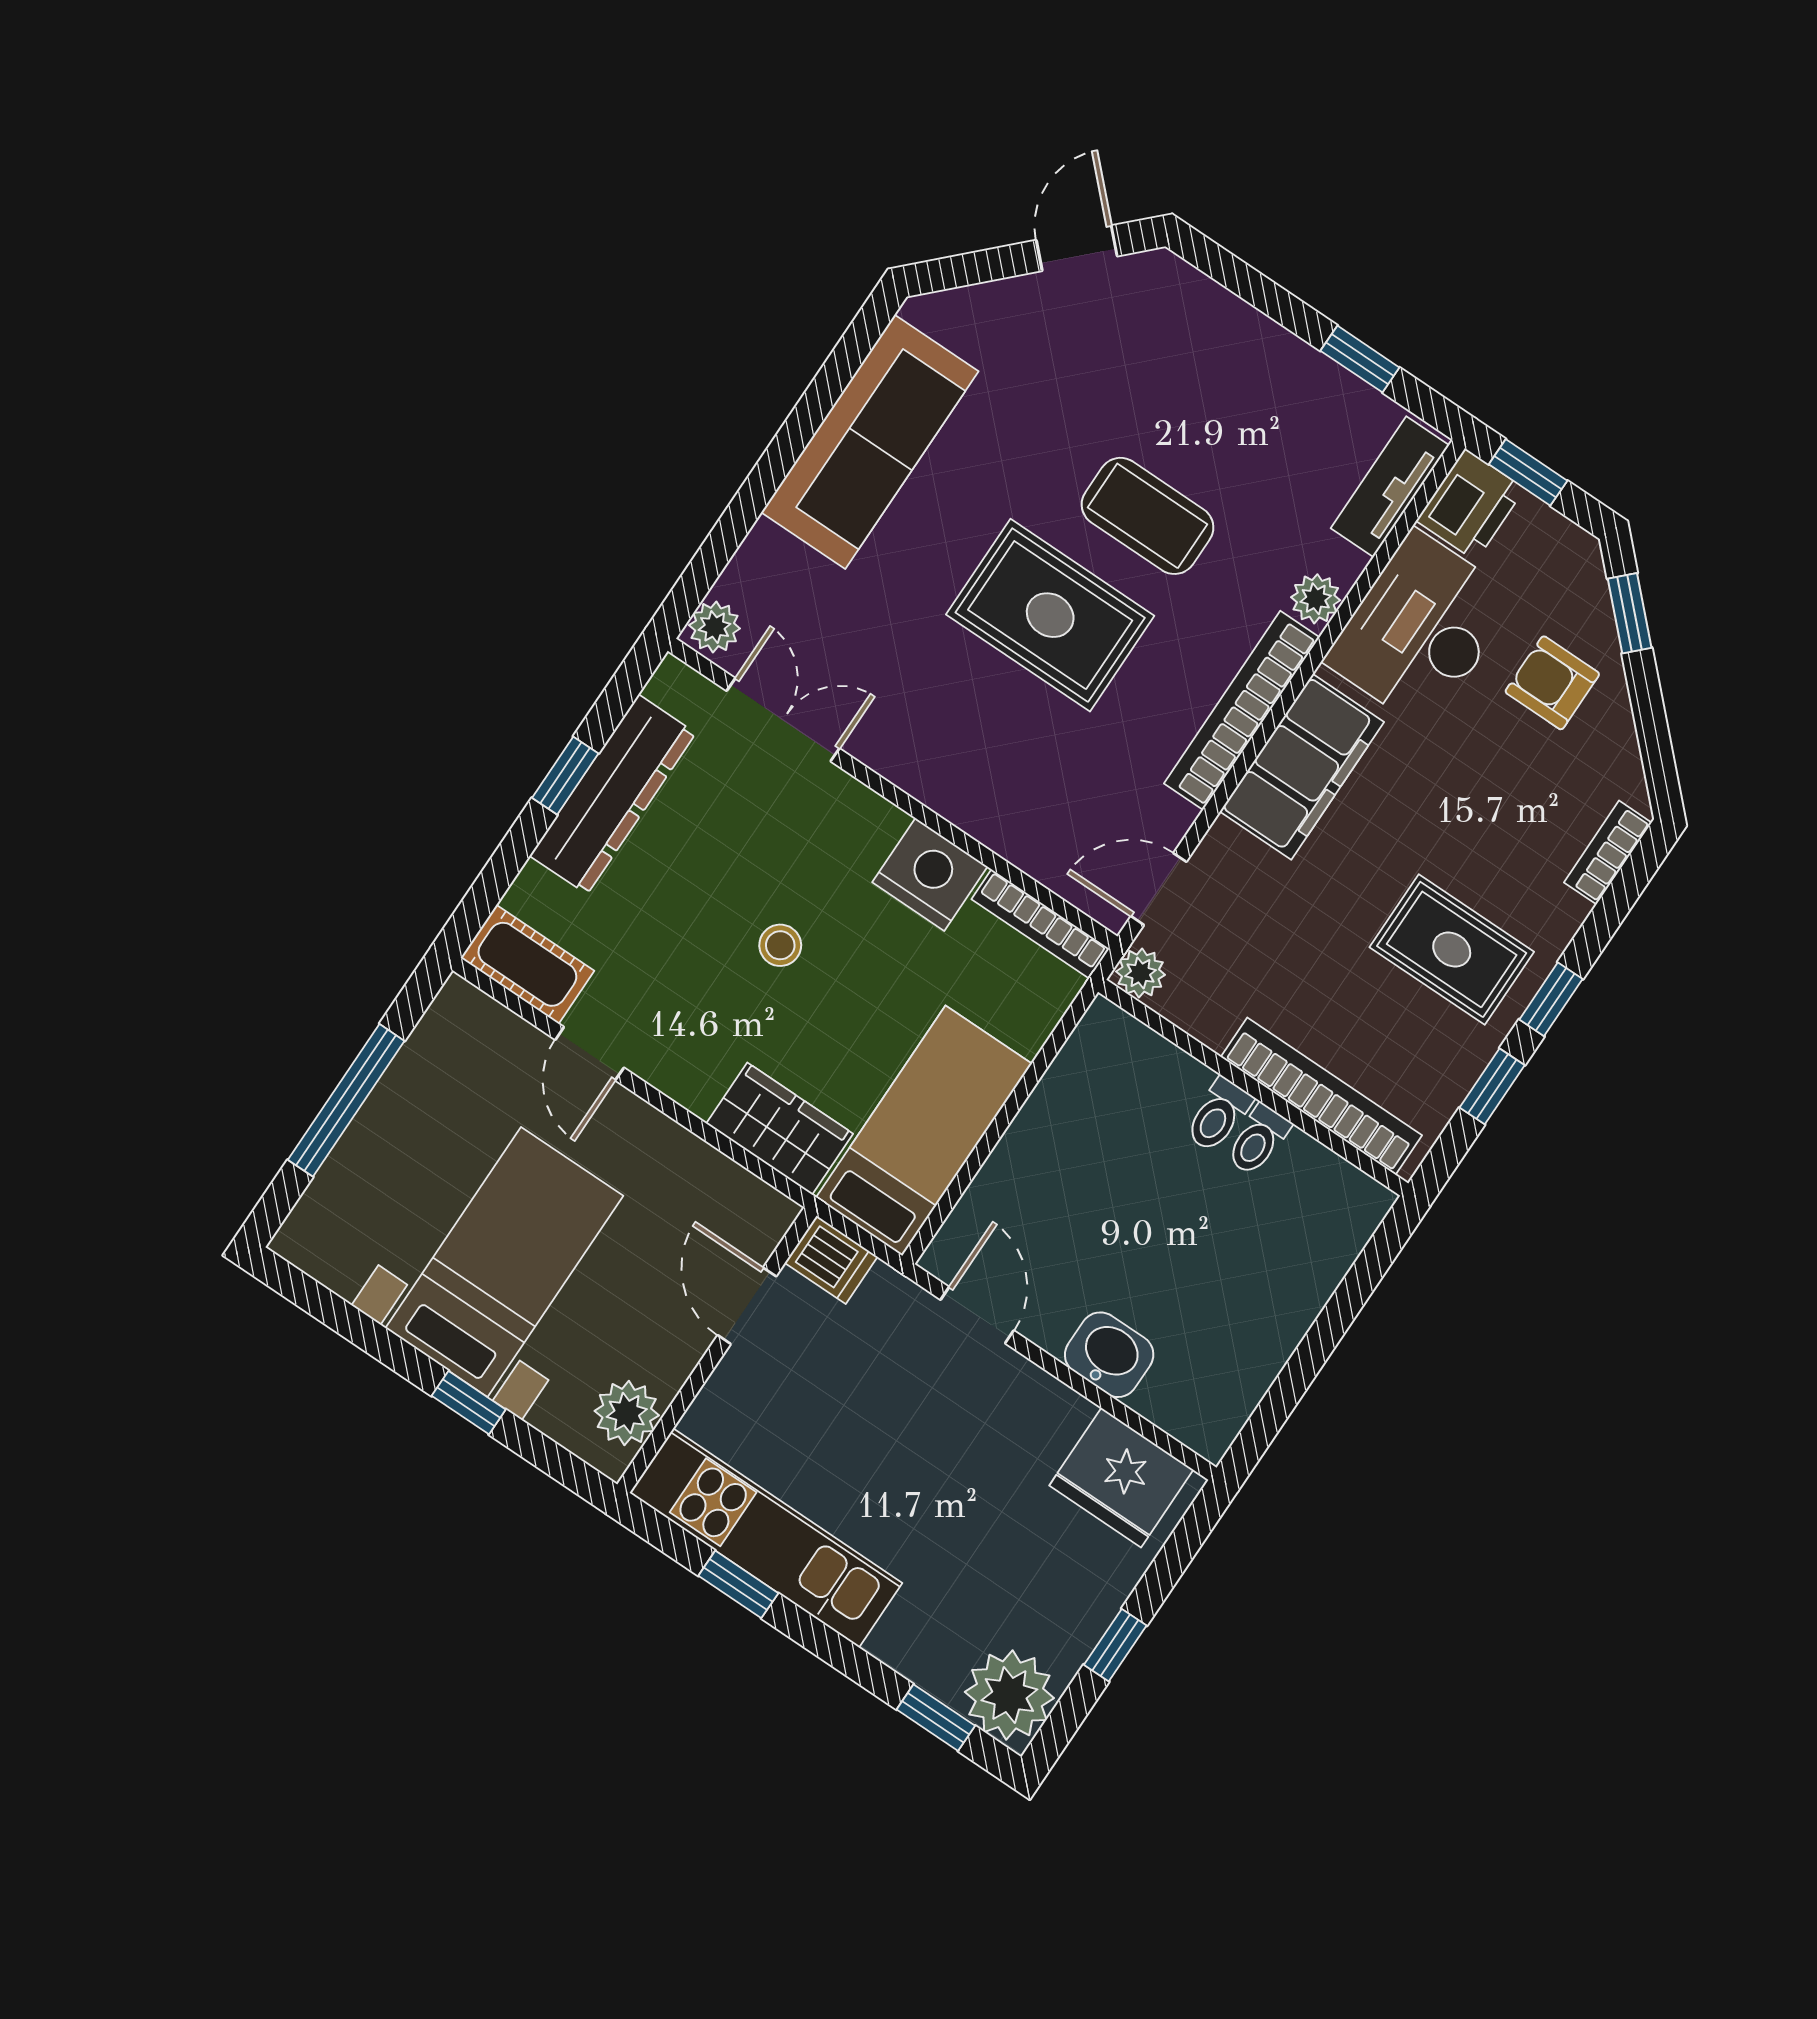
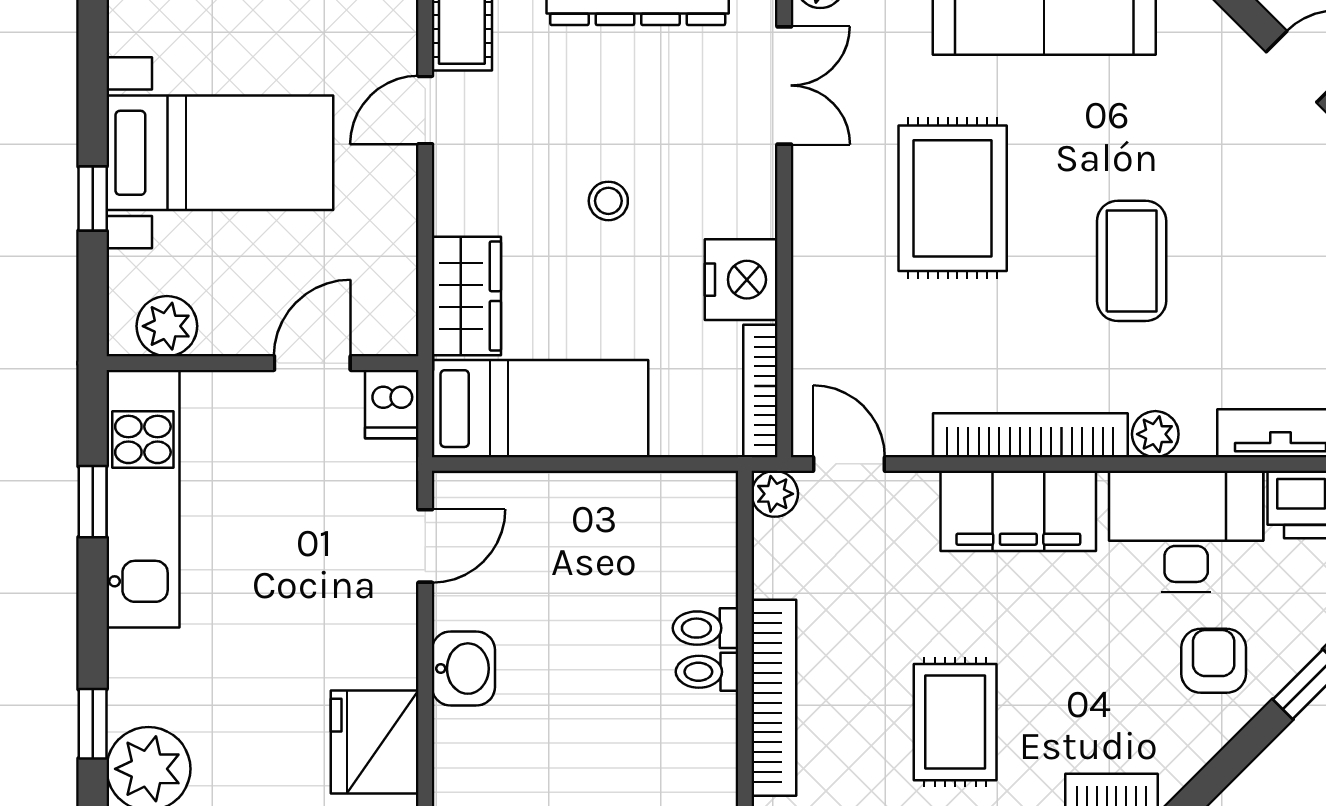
rug: (1050, 615) -> (953, 198), moved

